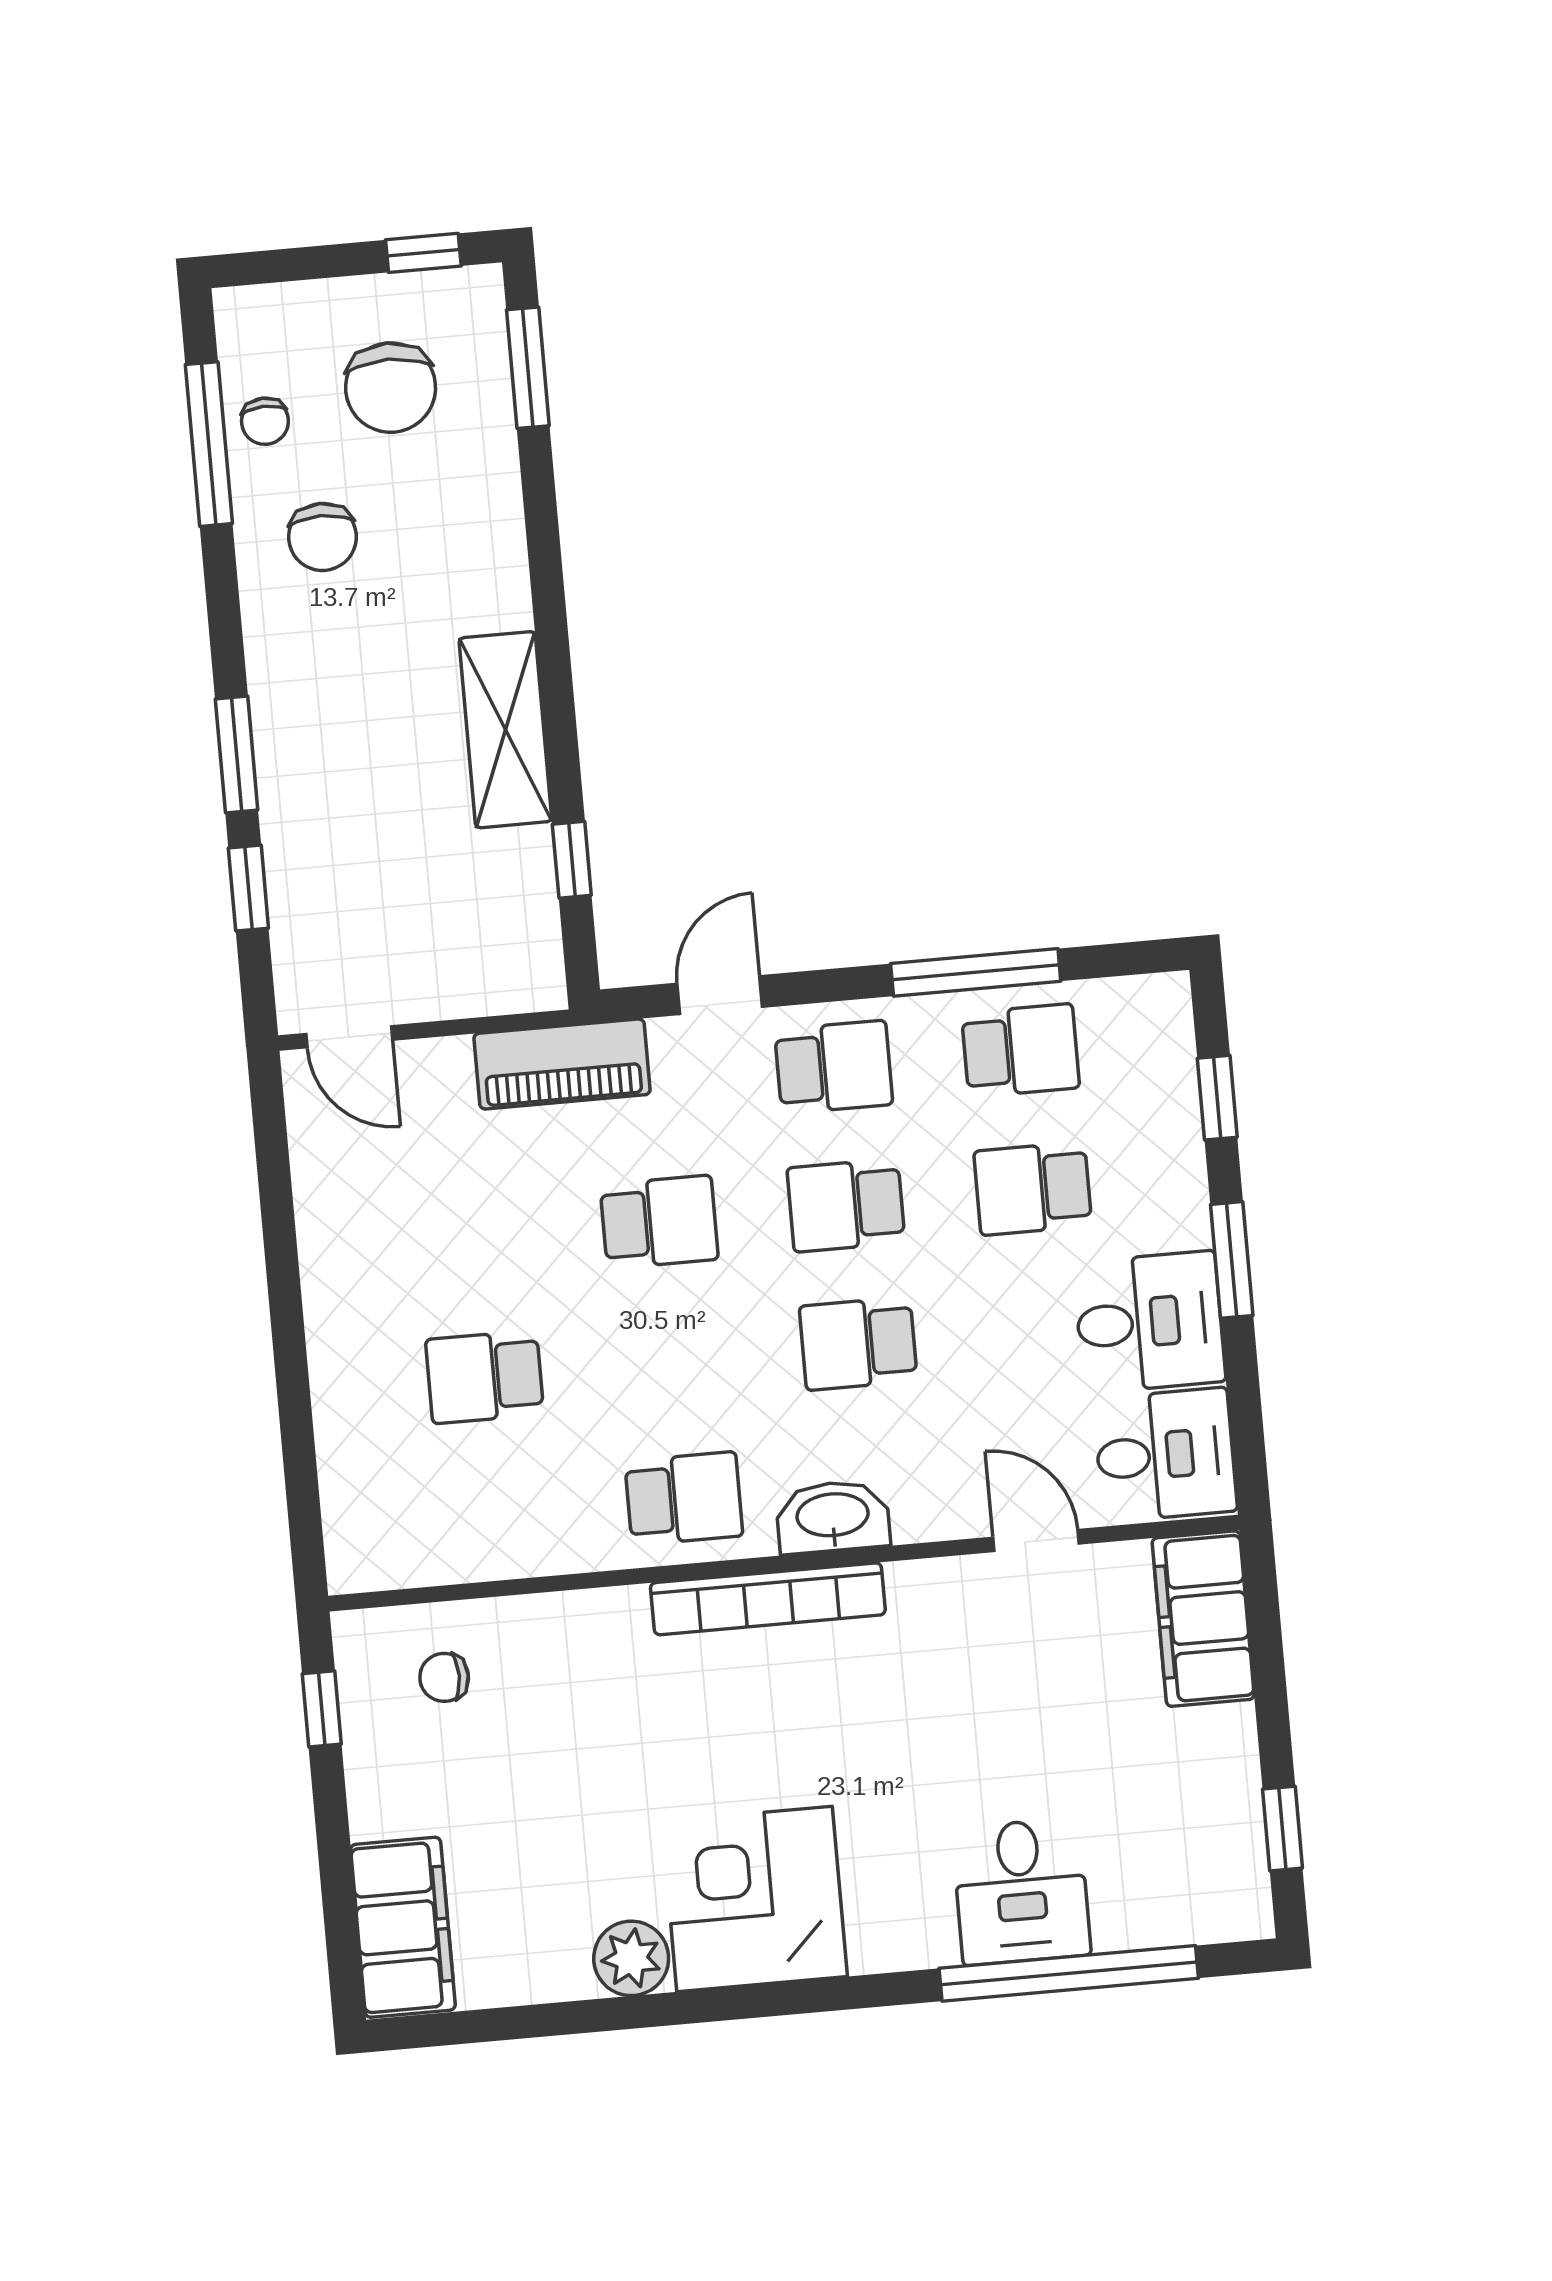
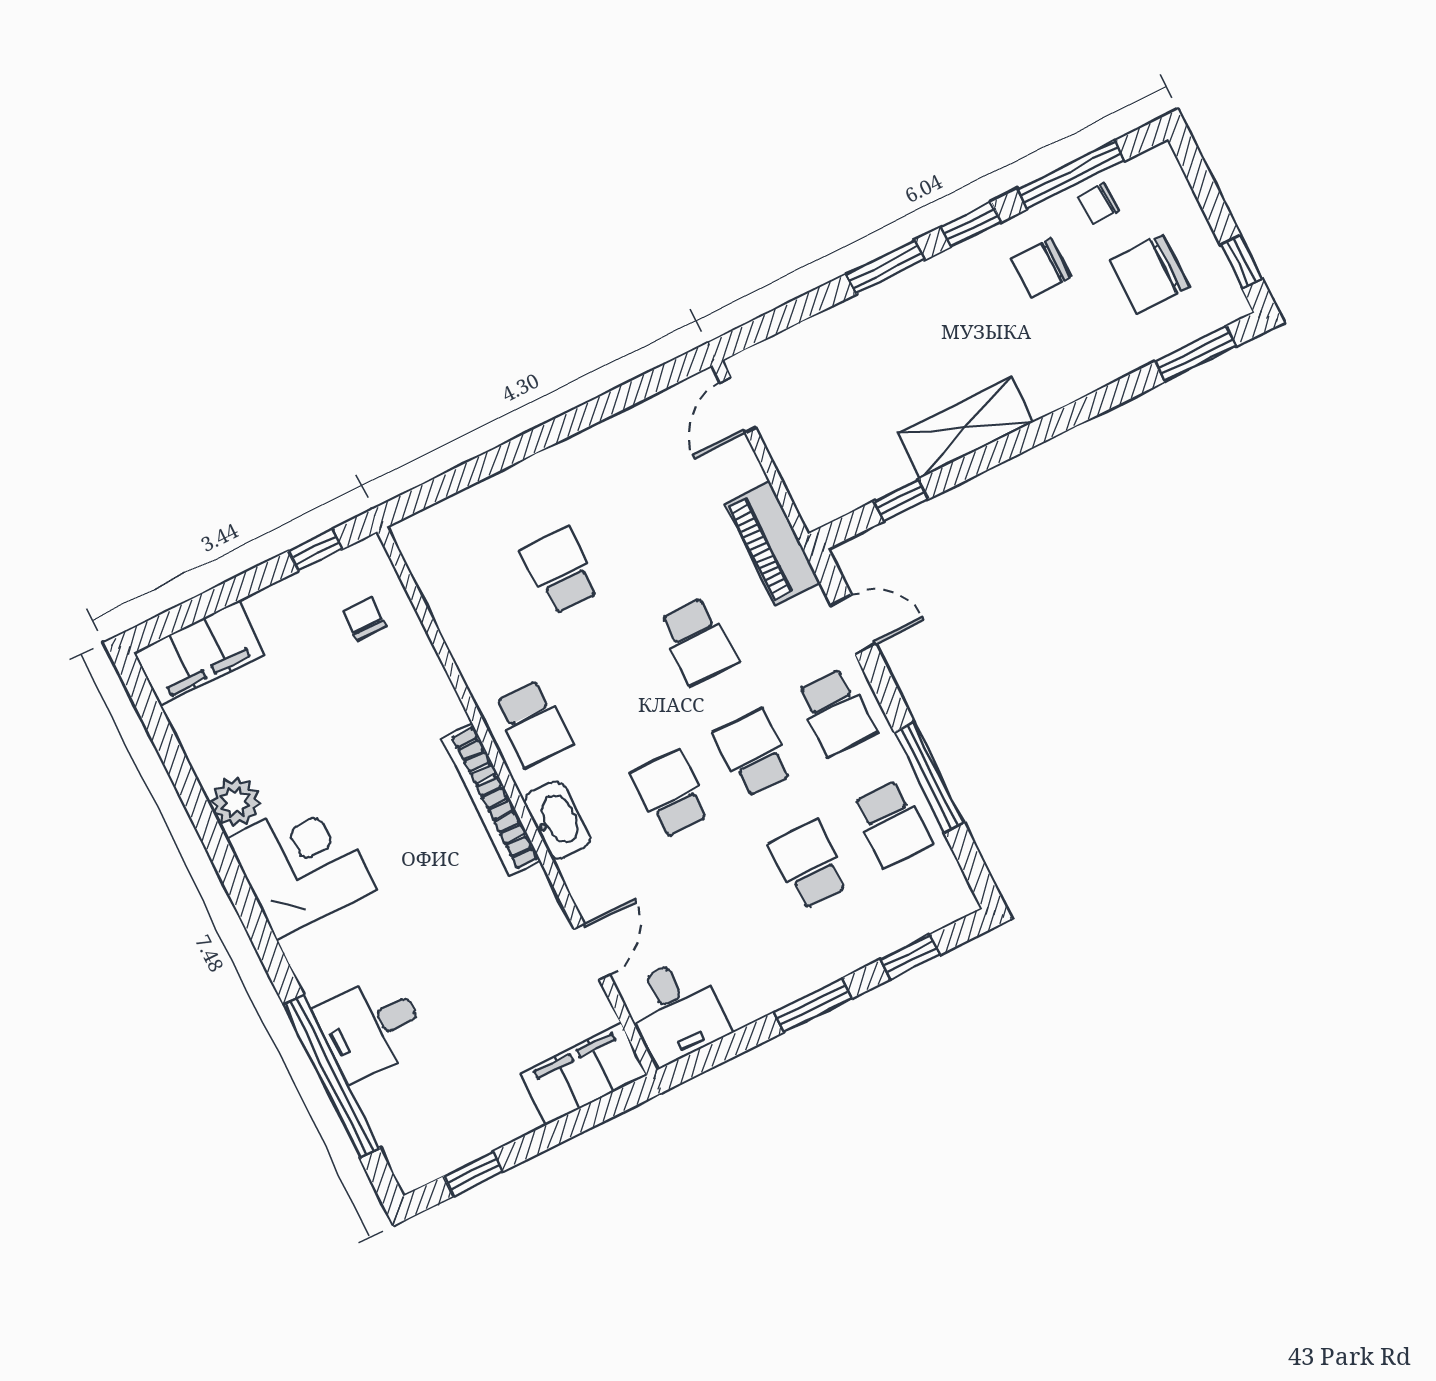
window: (248, 888) -> (971, 224), moved
desk: (1149, 1322) -> (754, 969), removed

